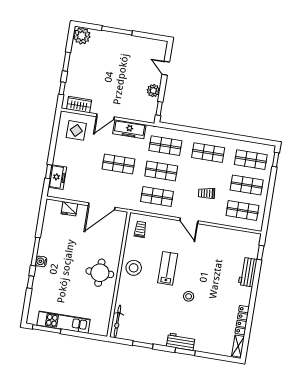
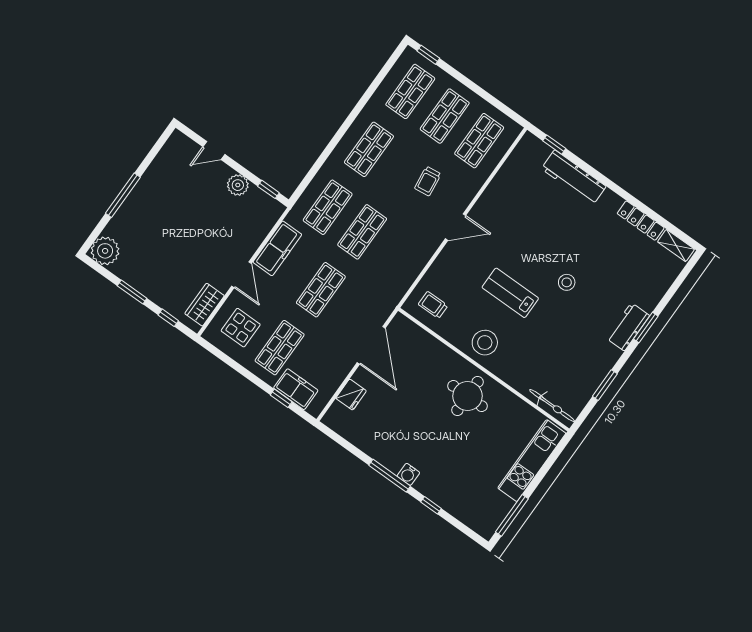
shop shelf: (157, 196) -> (280, 348), moved
workbench: (248, 272) -> (574, 178), width x1.38
kitchen unit: (64, 322) -> (532, 461), moved

